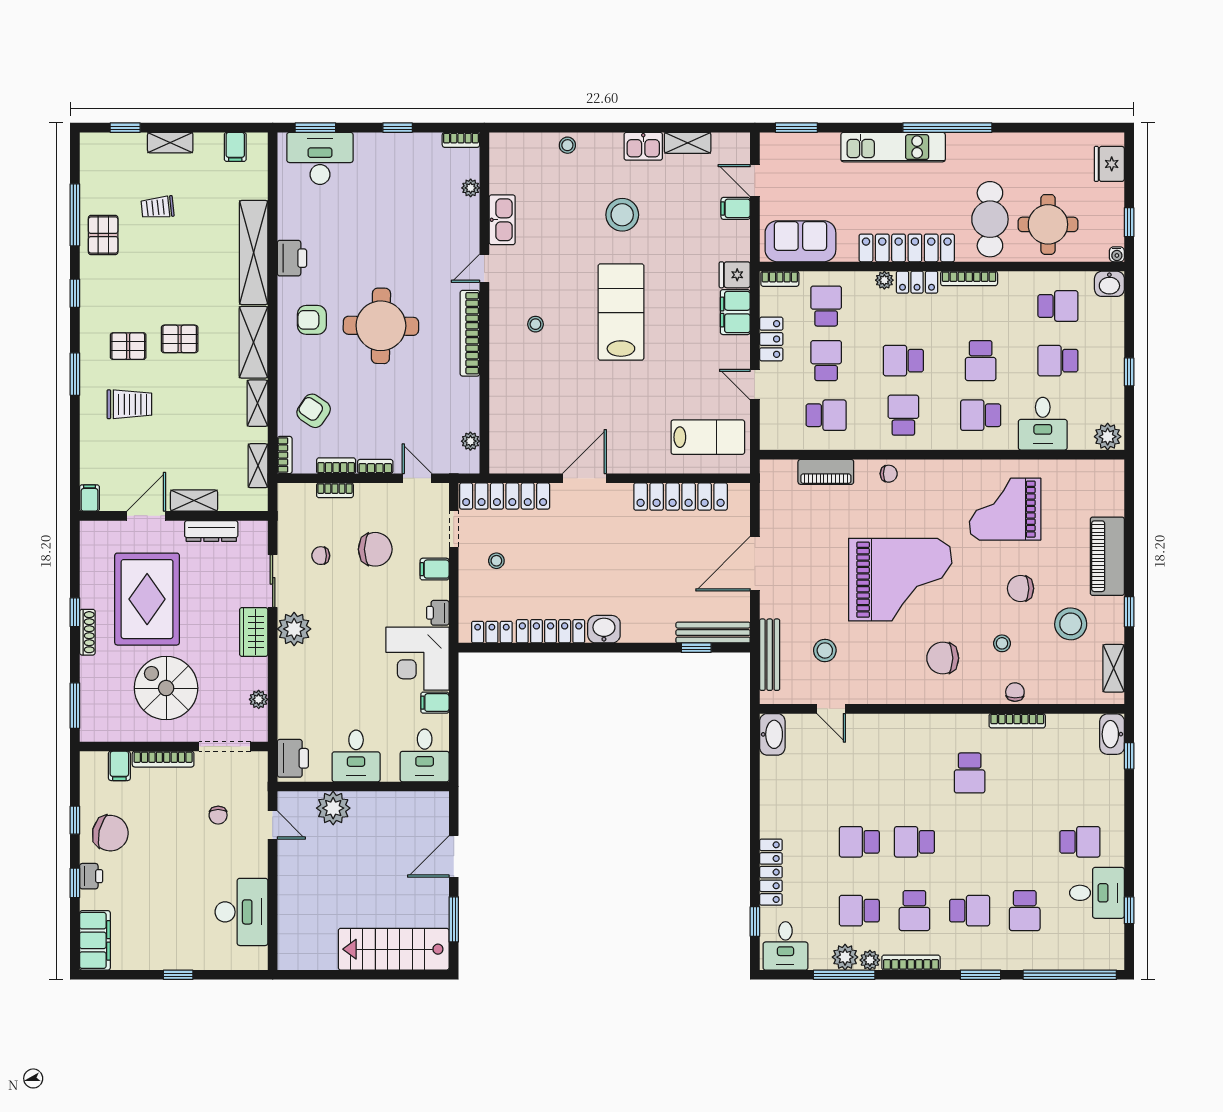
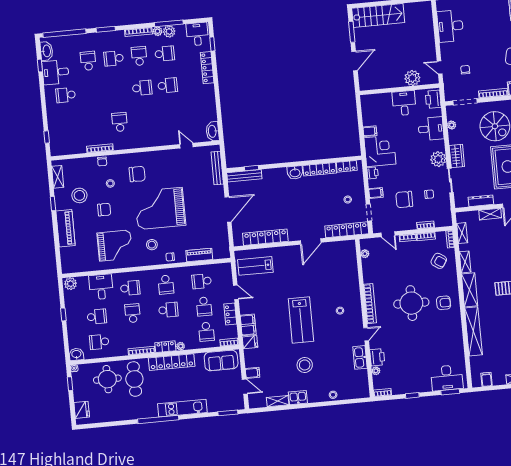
printer: (292, 258) -> (377, 357), moved, turned 180
stool: (825, 650) -> (152, 245), moved
washbasin: (1112, 734) -> (46, 51), moved
desk: (425, 755) -> (431, 129), moved, turned 90

